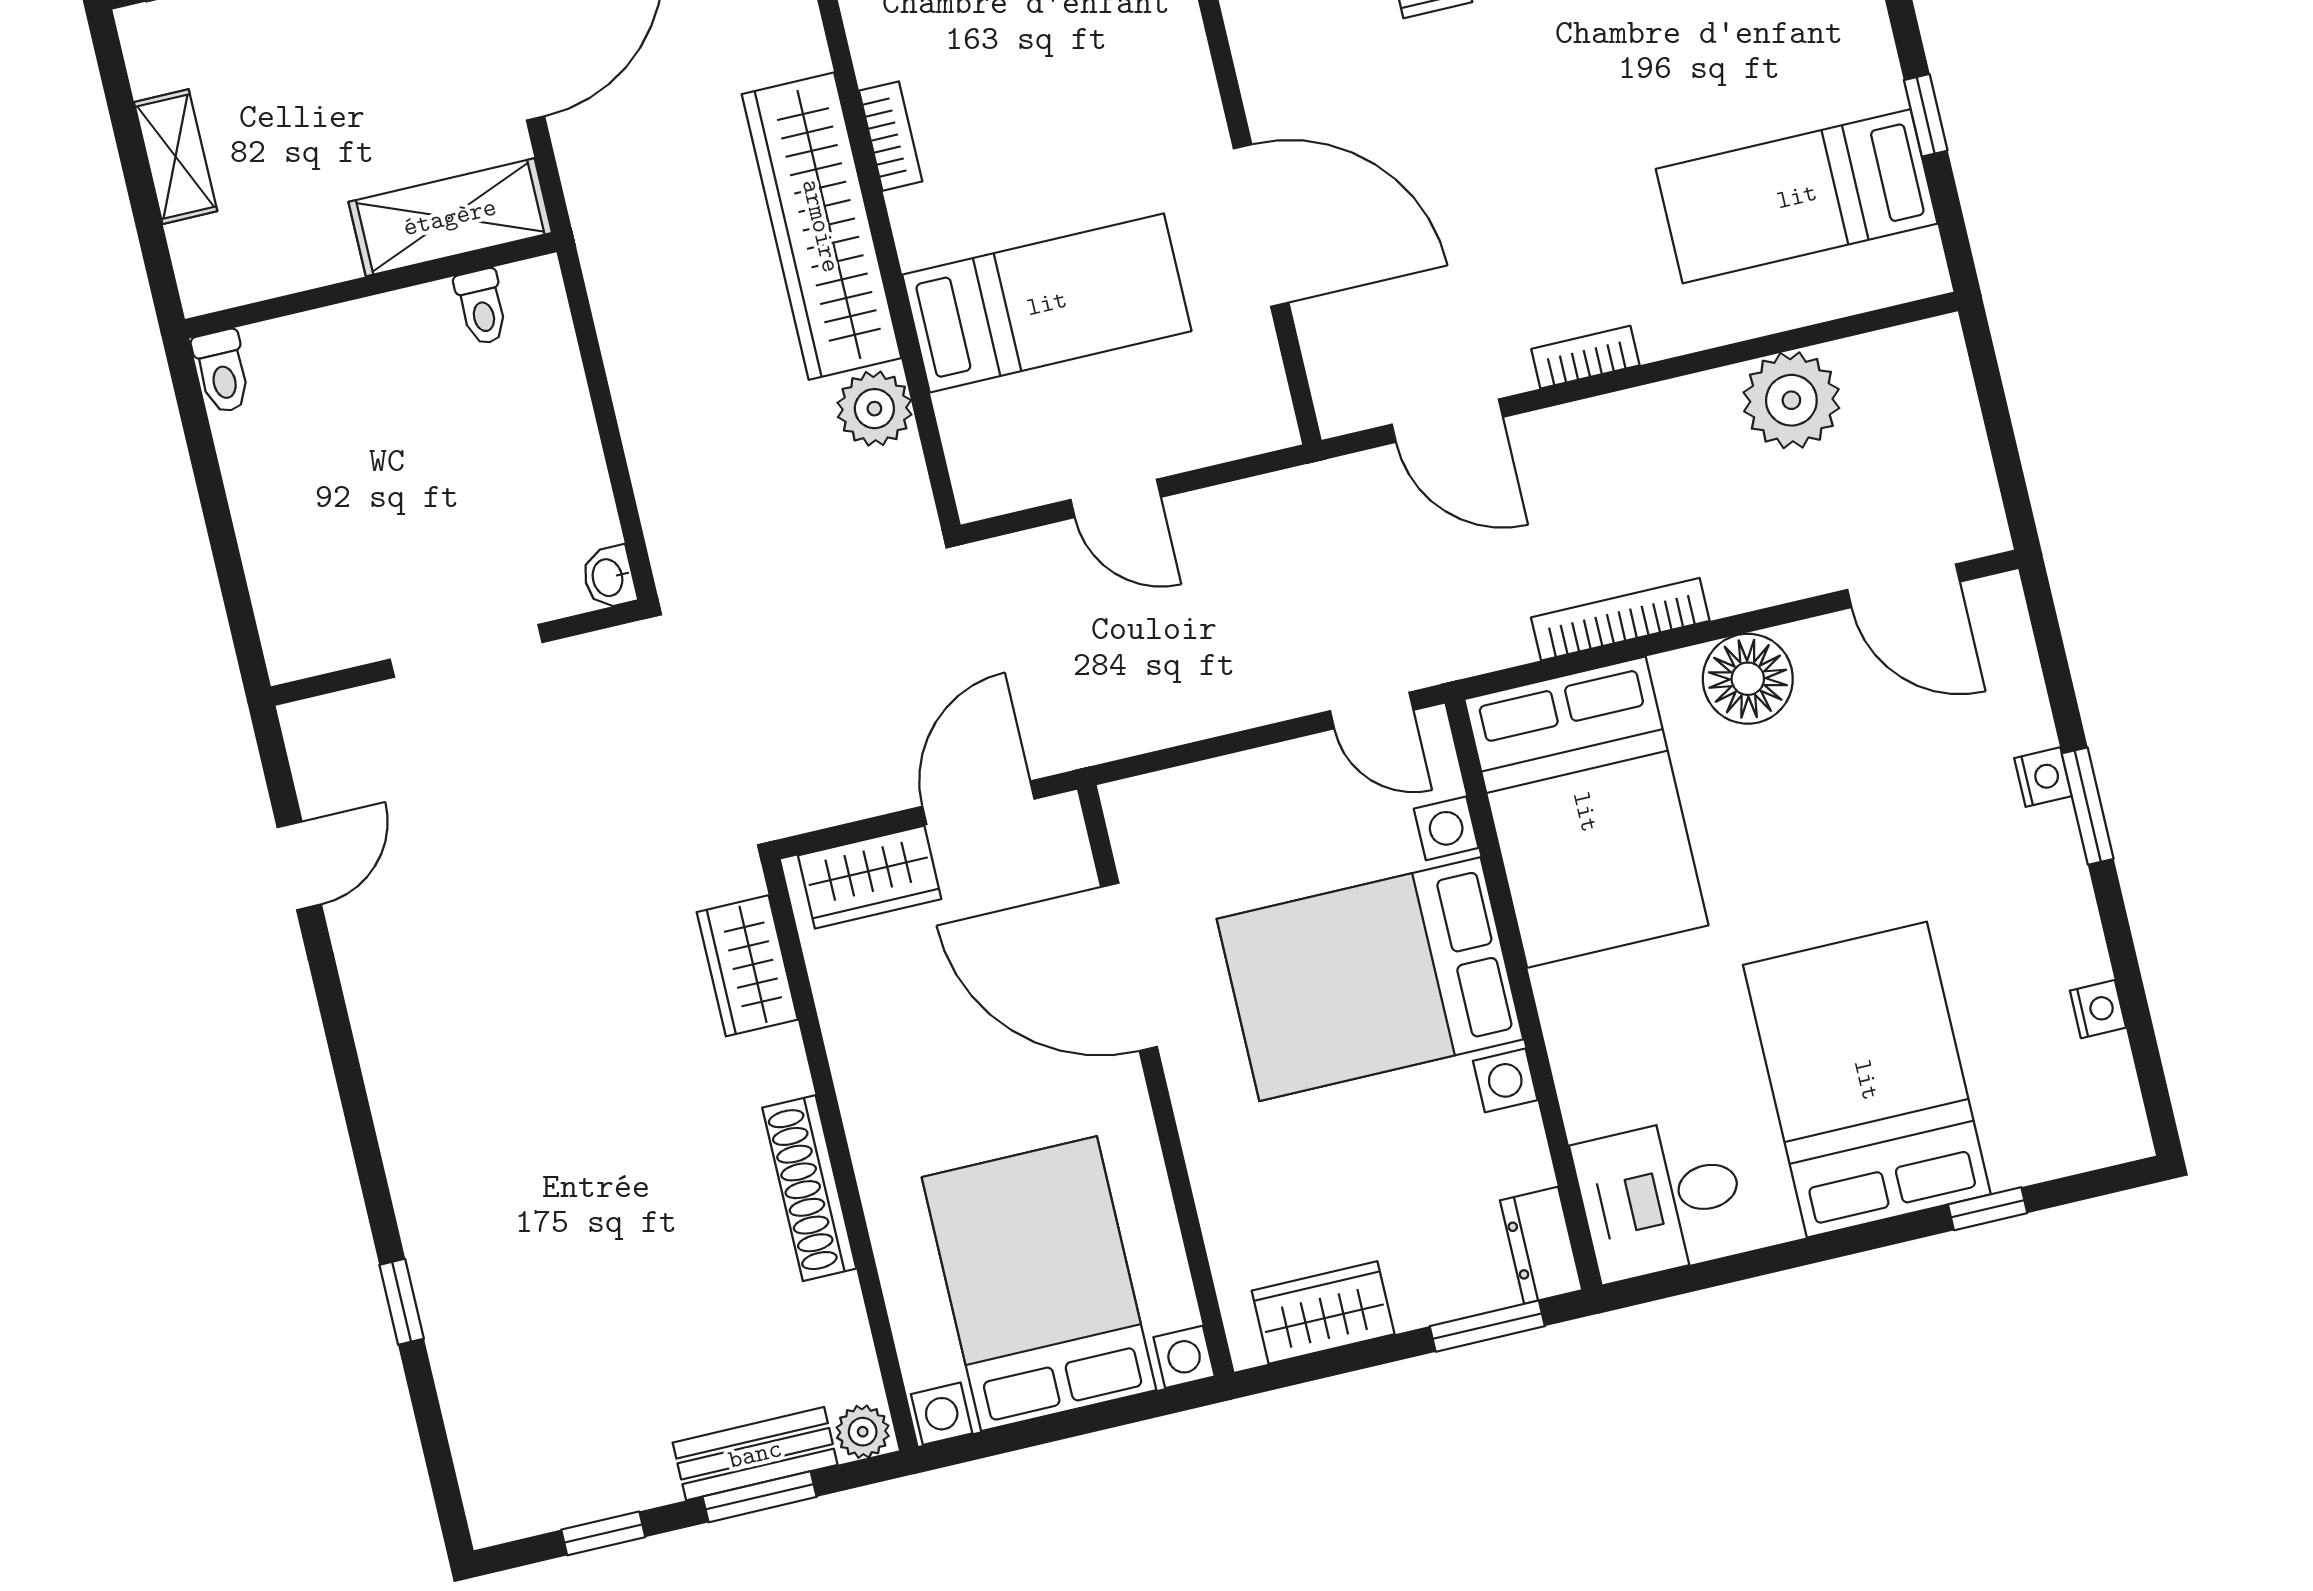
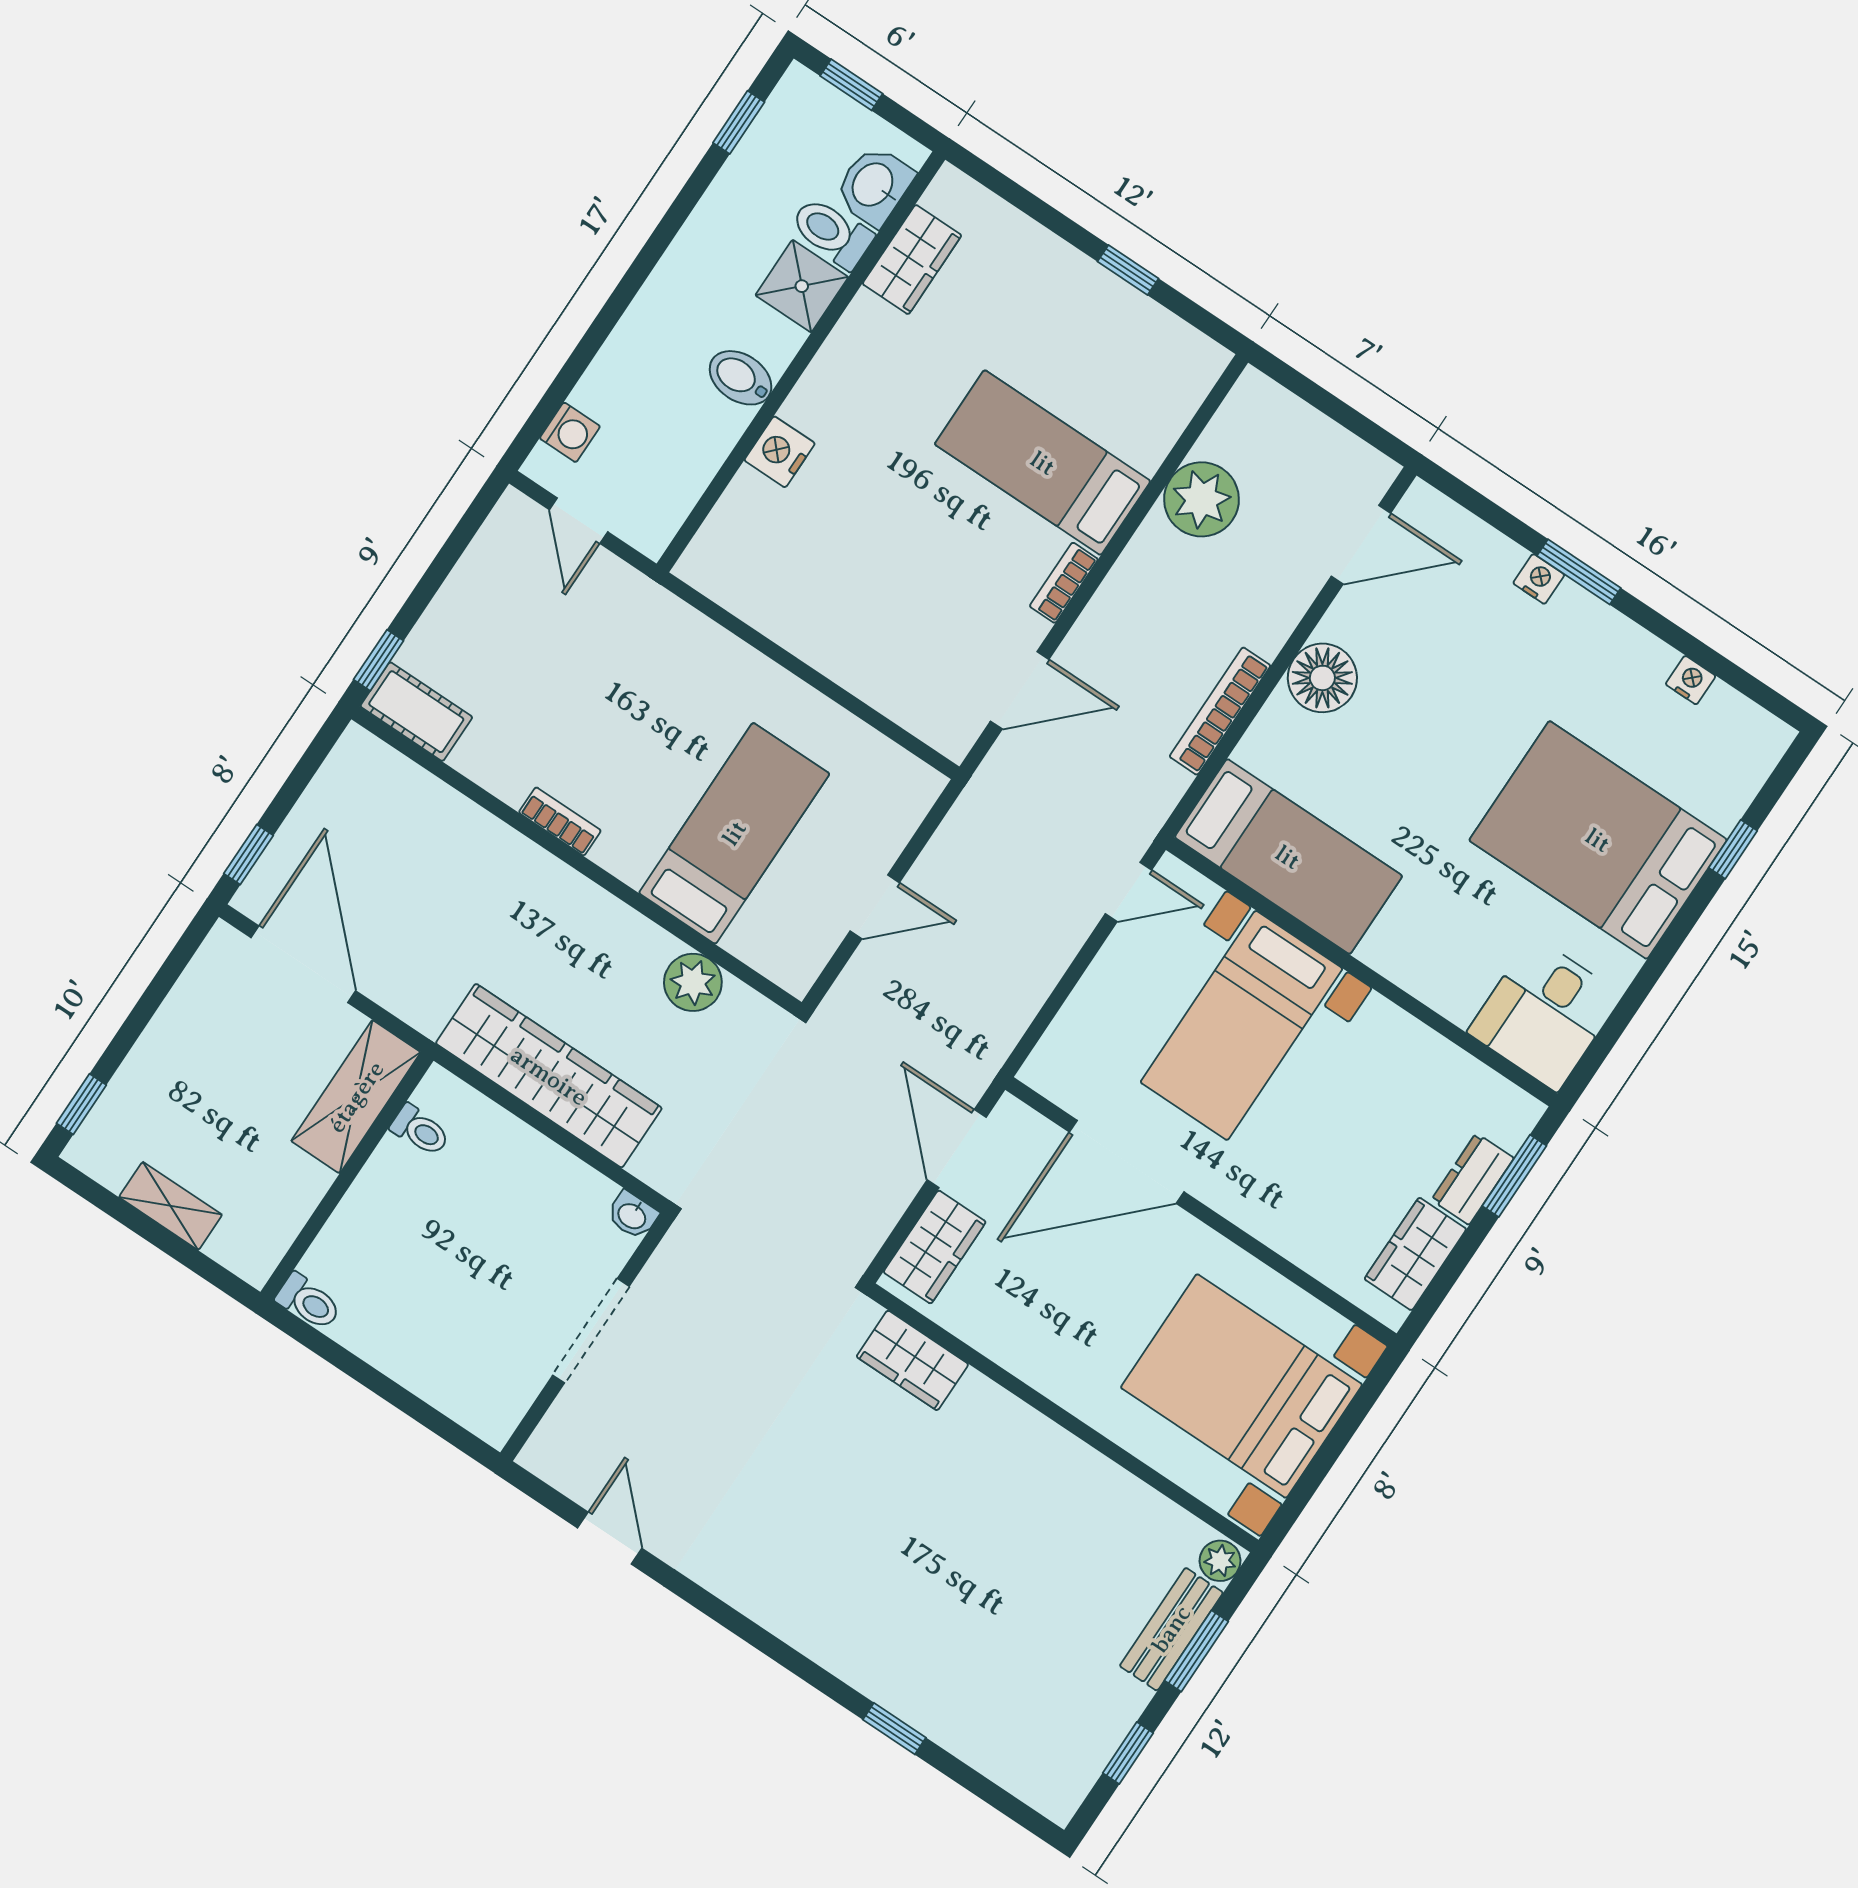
bed: (1797, 196) -> (1043, 463), moved, turned 90
wardrobe: (821, 226) -> (549, 1076), moved, turned 180
door: (1261, 226) -> (814, 678), removed
bed: (1586, 812) -> (1288, 857), width x0.67
bed with nightstands: (1370, 979) -> (1241, 1025), width x0.73
shoe rack: (809, 1188) -> (1063, 1452), removed
dresser: (1541, 1245) -> (1473, 1179), moved, turned 90

